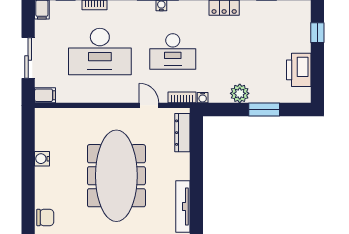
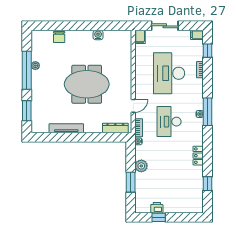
window: (317, 33) -> (159, 217), moved
printer: (299, 70) -> (157, 208), width x0.53, depth x0.68
meeting table: (116, 176) -> (87, 84), width x0.73

